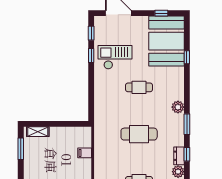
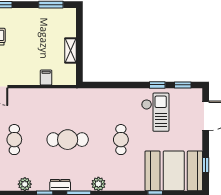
shelving: (38, 132) -> (70, 50), moved
cafe table: (139, 134) -> (68, 140), turned 90
dresser: (179, 156) -> (60, 185), moved

